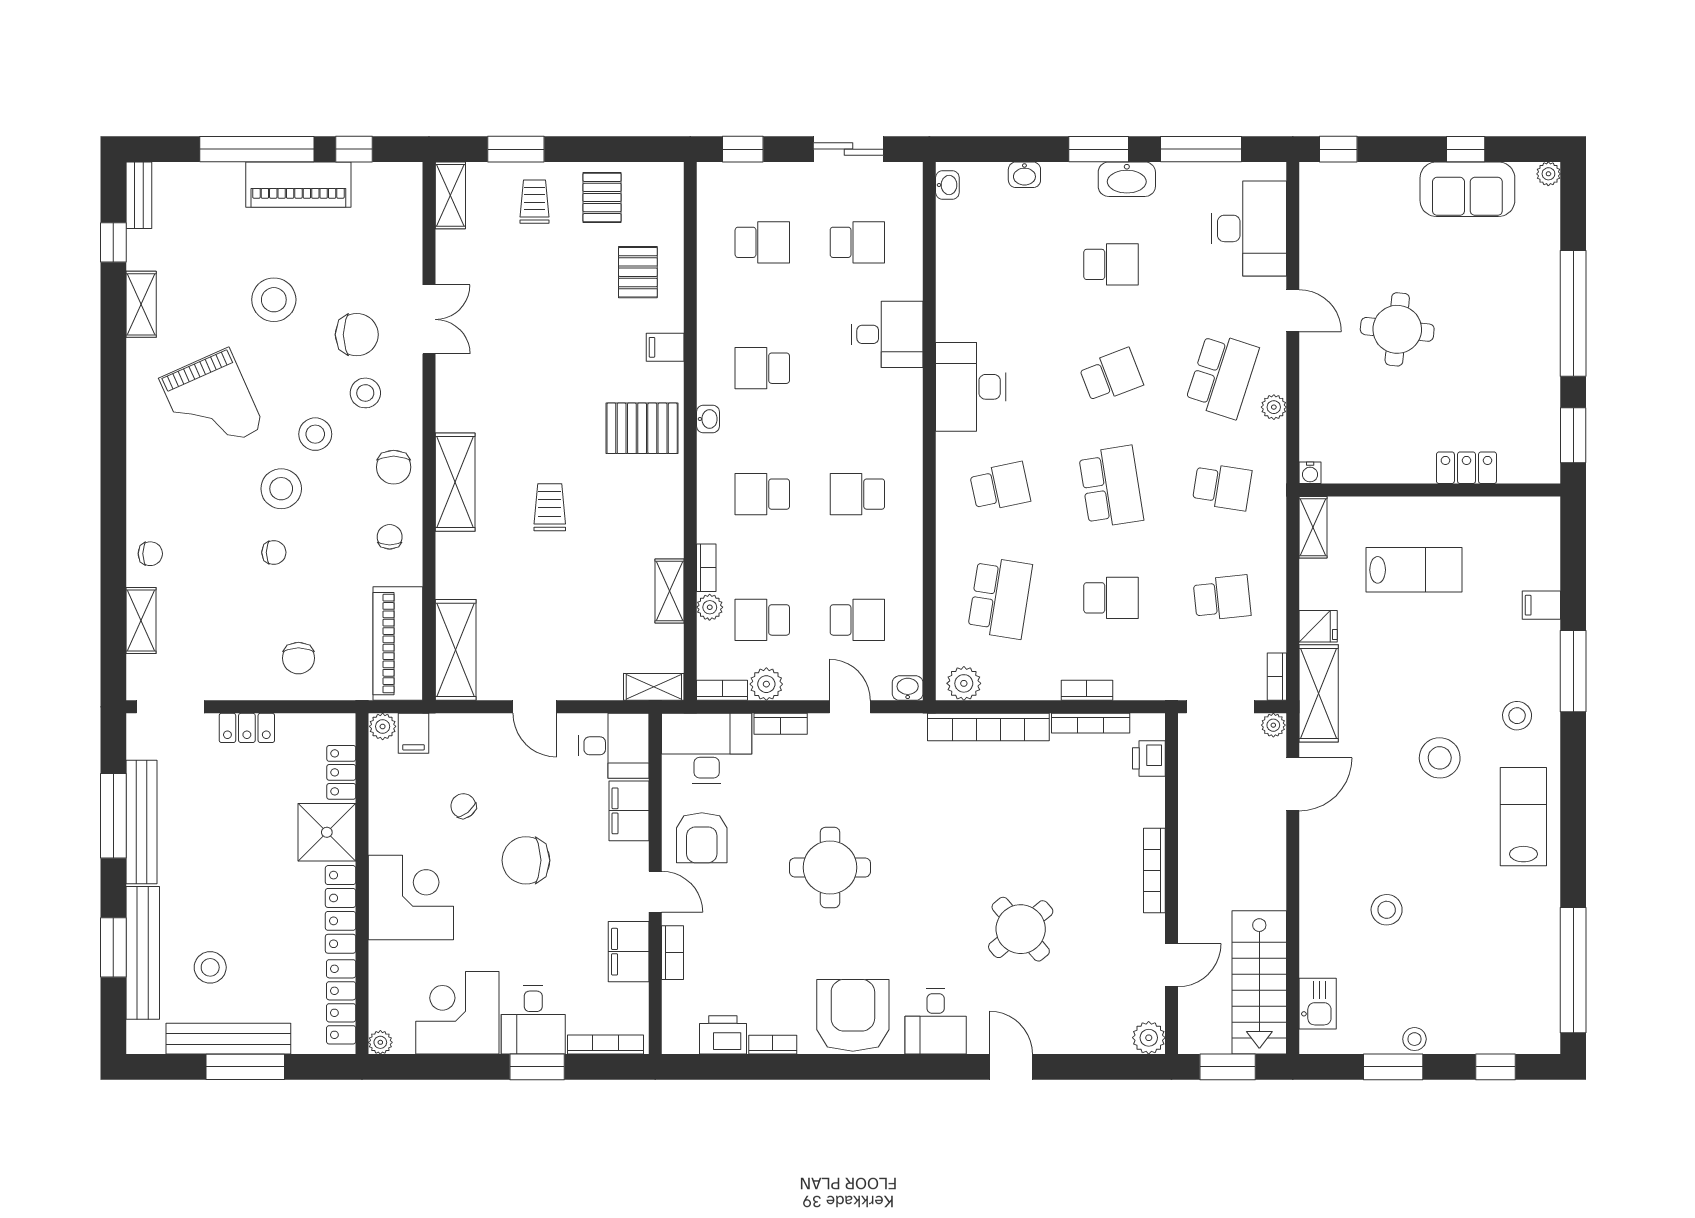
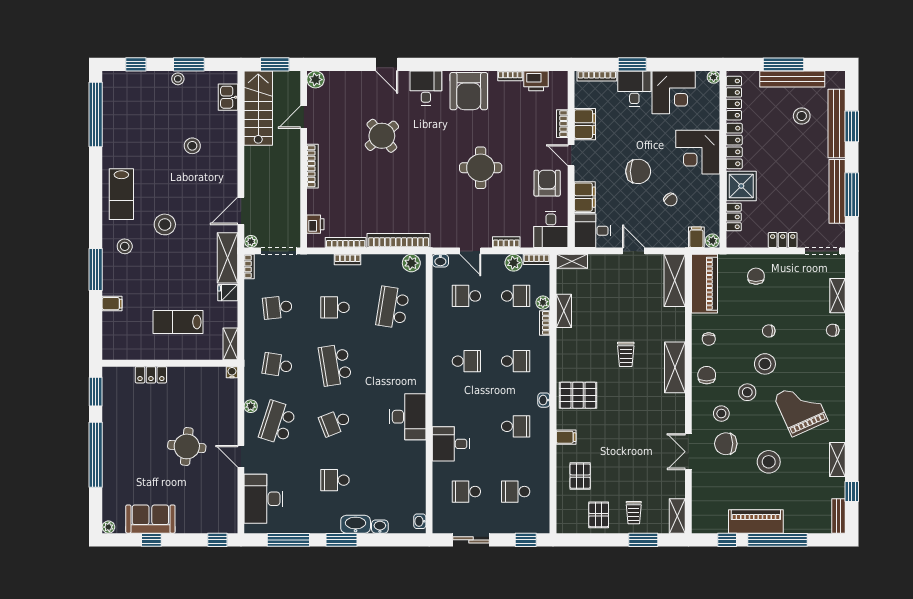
washbasin: (1127, 179) -> (356, 524), moved
school desk: (1000, 487) -> (393, 365), removed
desk: (707, 749) -> (551, 229), width x0.73

